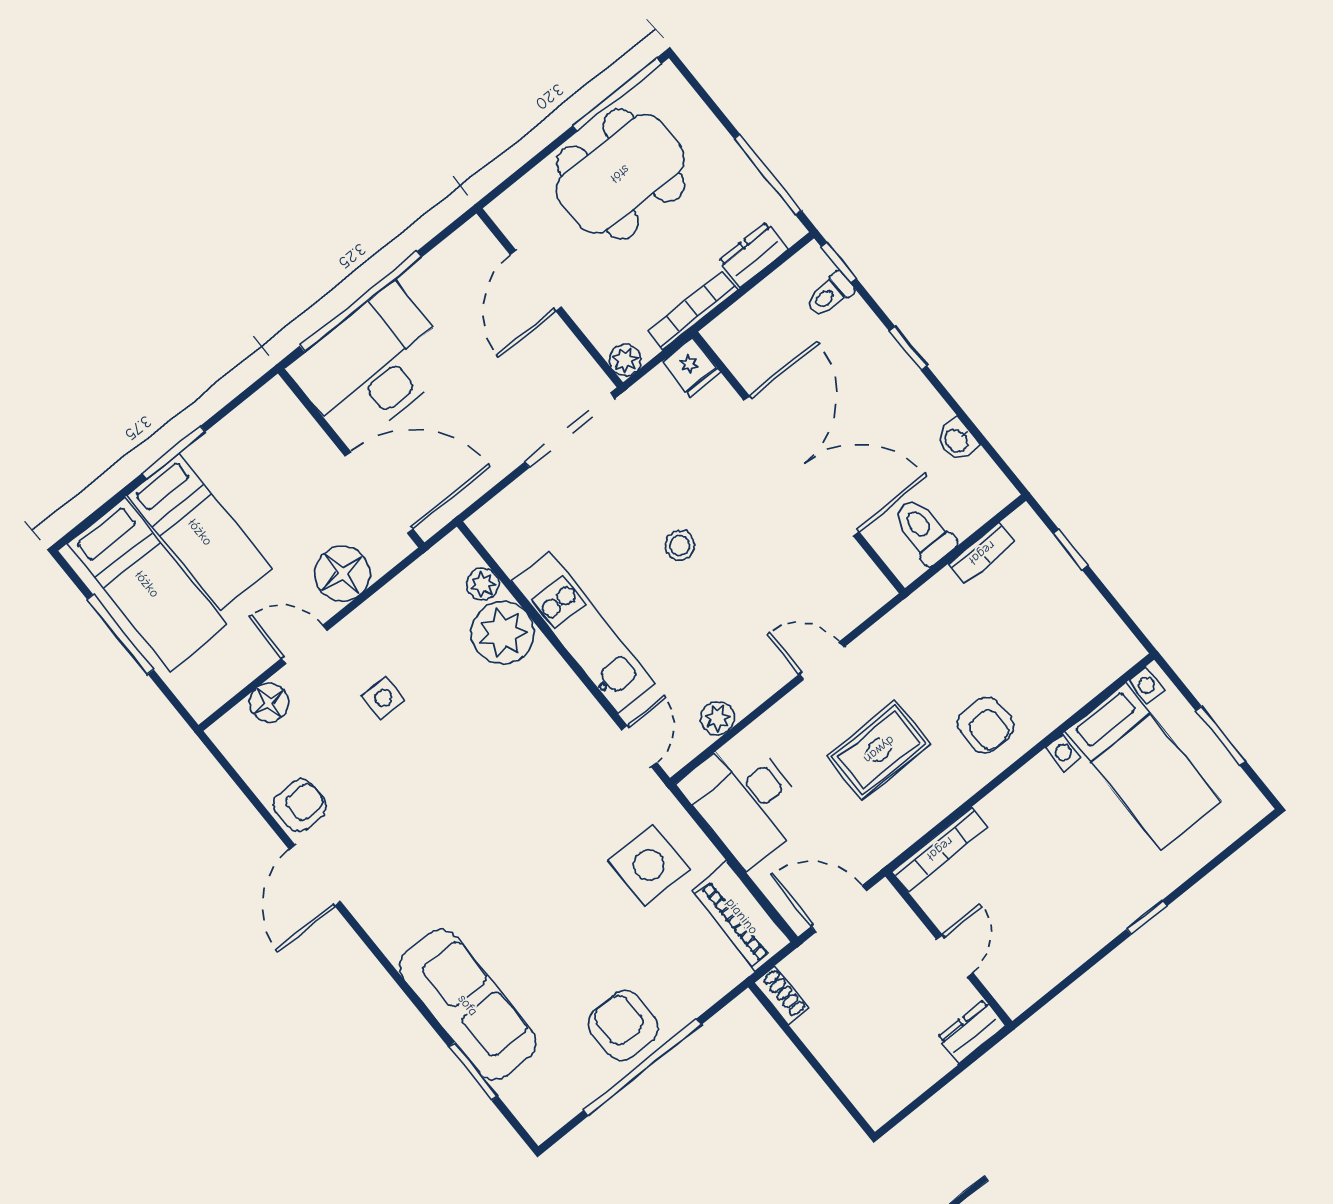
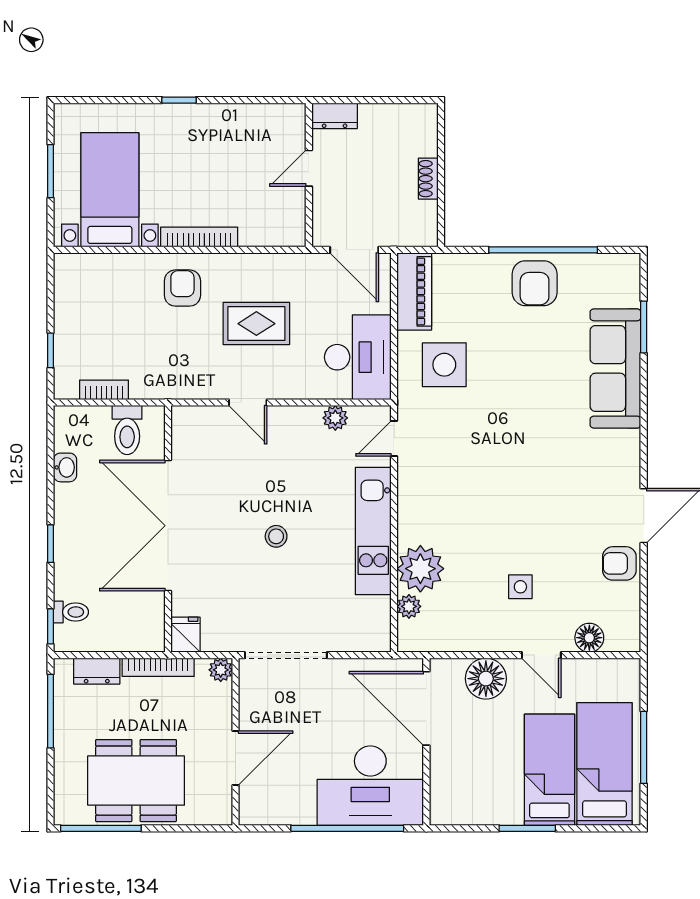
bookcase: (940, 849) -> (199, 237), moved
shoe rack: (781, 995) -> (428, 179), moved

